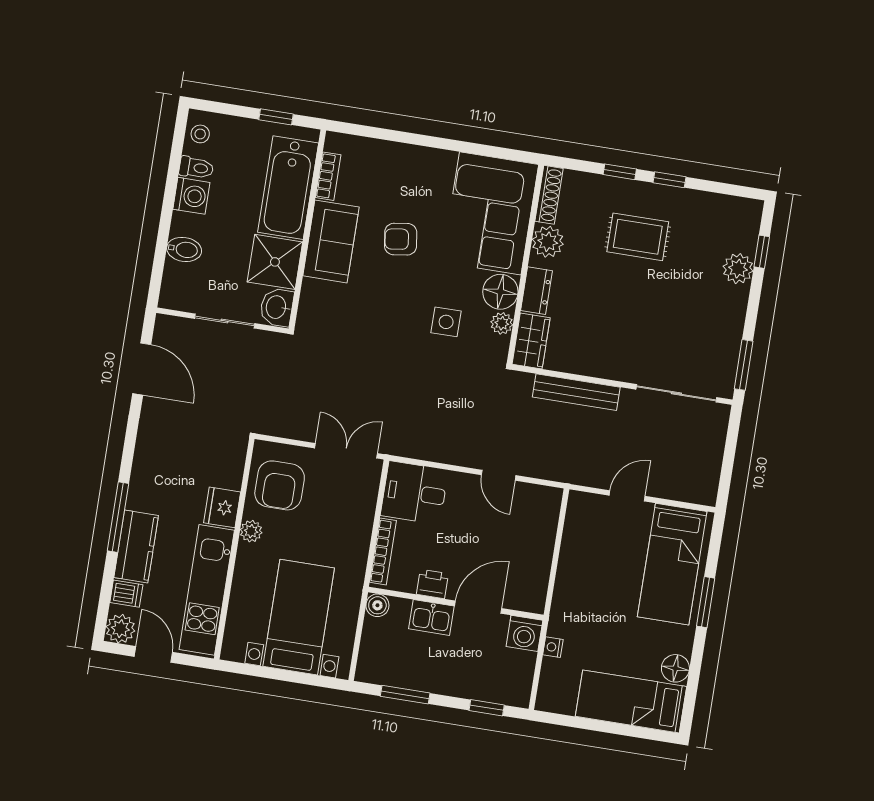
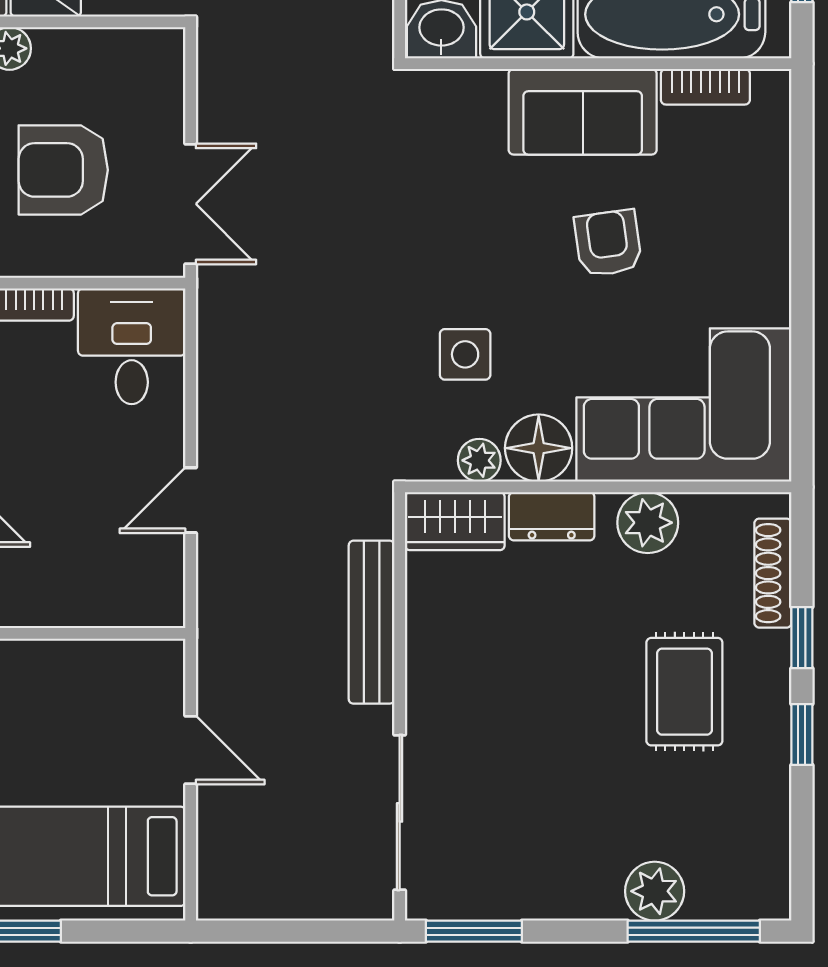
shoe rack: (549, 195) -> (773, 573), moved, turned 90
window: (762, 252) -> (694, 931), width x2.17
armchair: (280, 485) -> (63, 170), moved

